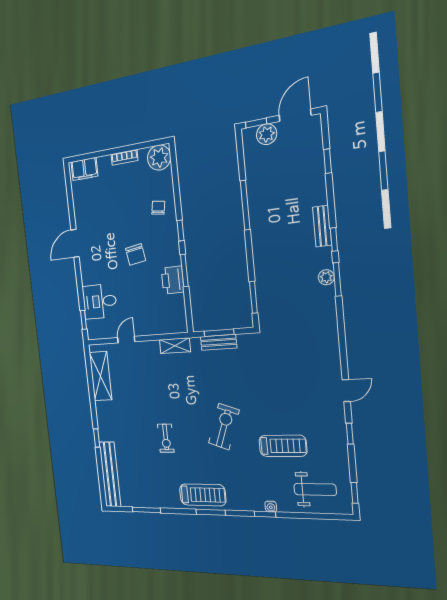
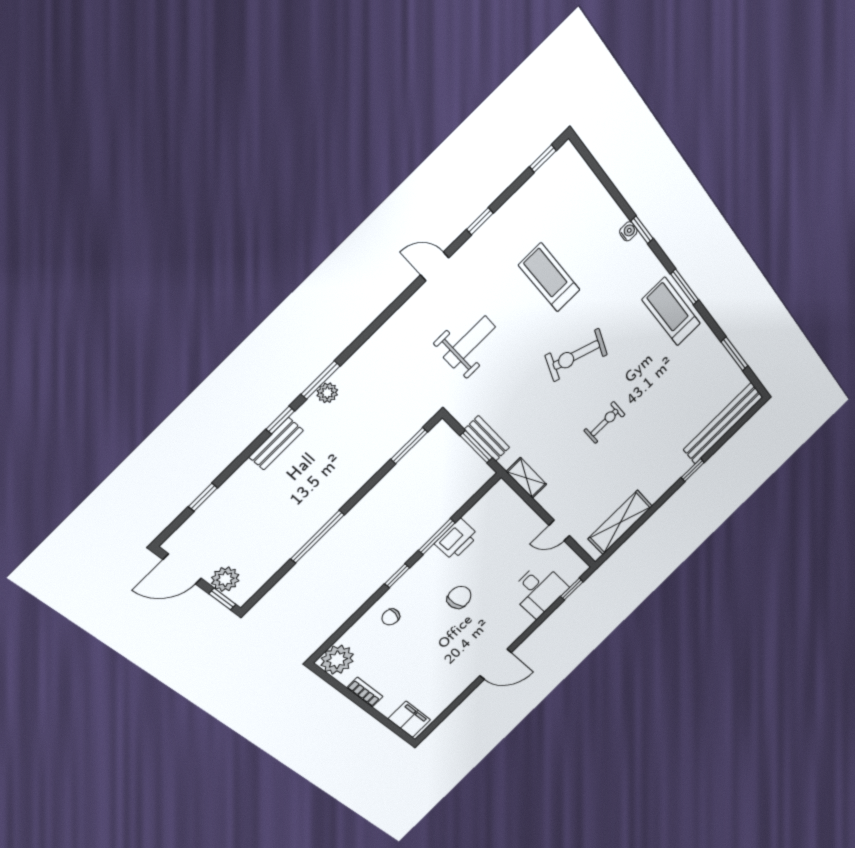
exercise bike: (166, 438) -> (604, 423), moved
weight bench: (315, 489) -> (469, 342), moved, turned 90

